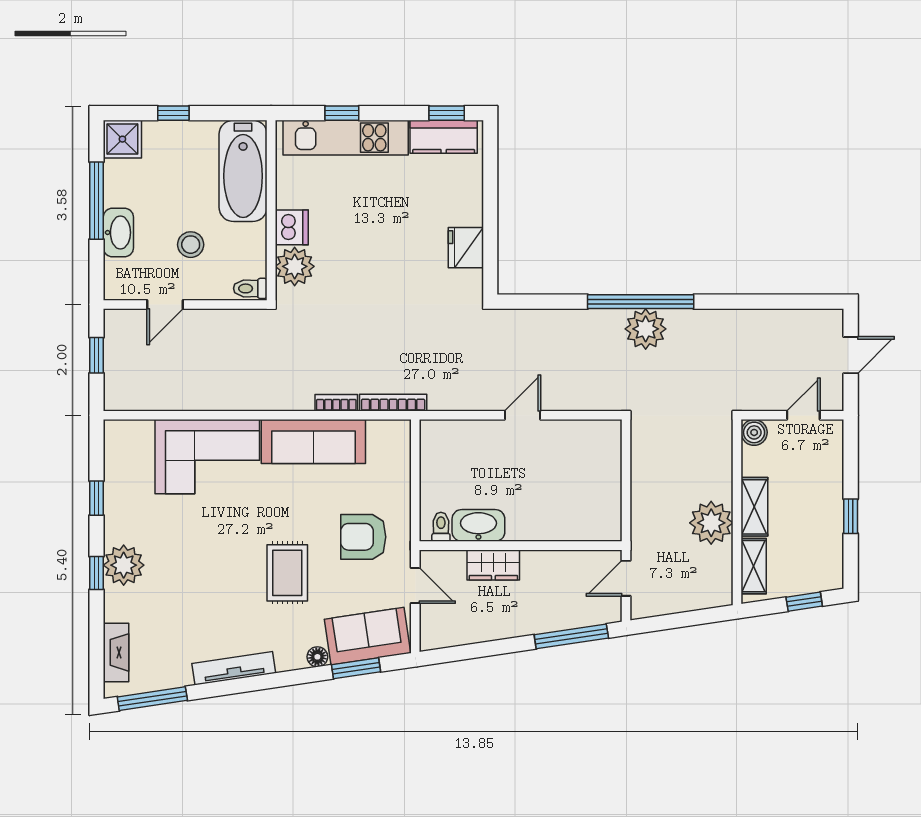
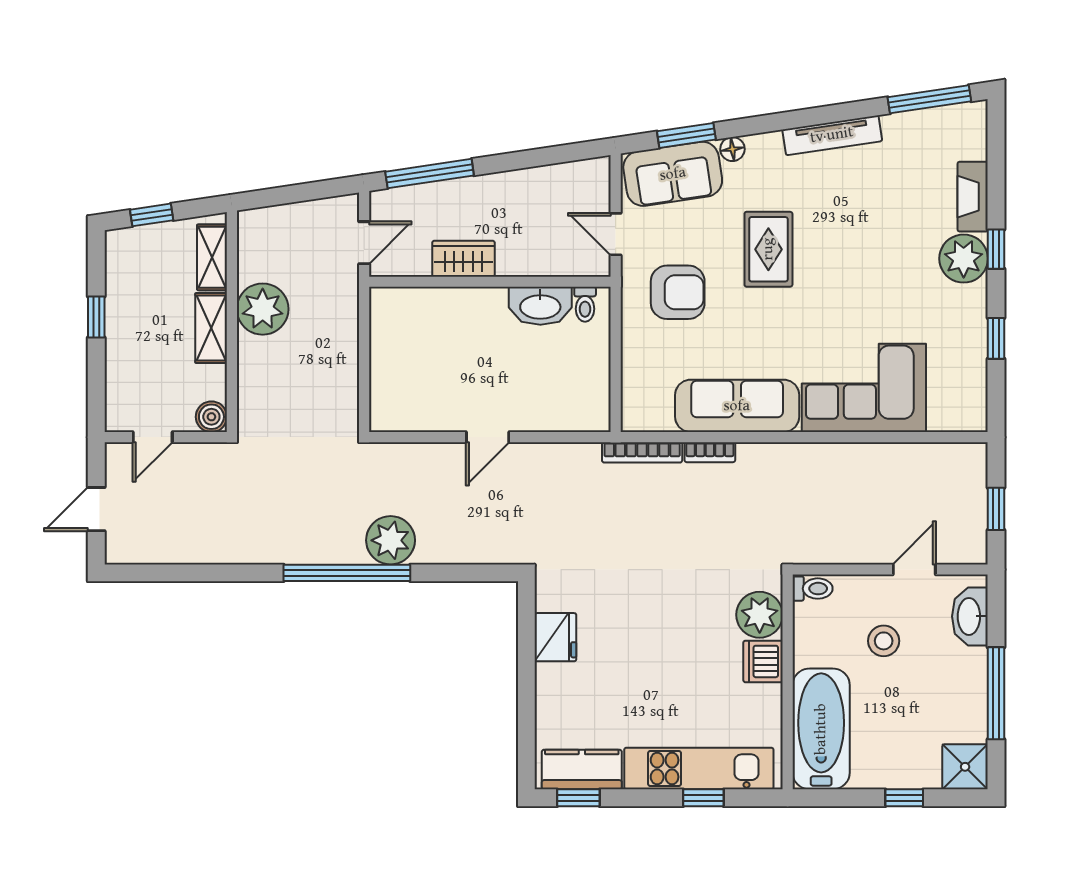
washbasin: (118, 233) -> (970, 616), moved
plant: (646, 329) -> (391, 540), moved
wardrobe: (493, 565) -> (463, 259), moved
fireplace: (116, 652) -> (973, 197), moved

